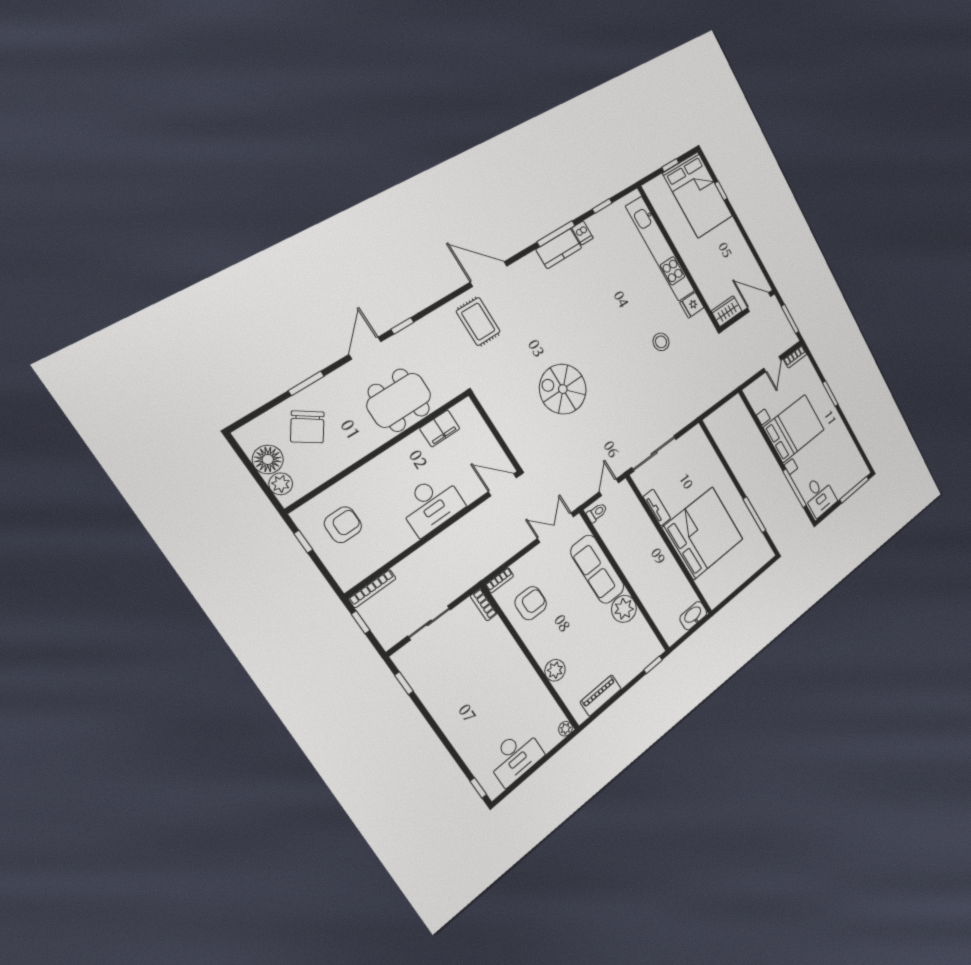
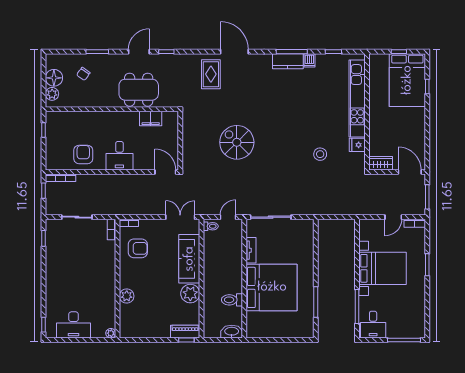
chair: (307, 427) -> (83, 74), width x0.54, depth x0.54
desk: (431, 504) -> (119, 156), width x0.73
armchair: (343, 525) -> (83, 154), moved, turned -90
toilet: (672, 580) -> (232, 300), added
piano: (601, 695) -> (185, 332), moved

